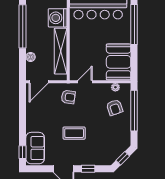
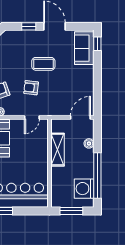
washing machine: (58, 18) -> (84, 189), moved, turned 180
shelving: (61, 51) -> (57, 150), width x0.68
armchair: (68, 97) -> (31, 88), moved

